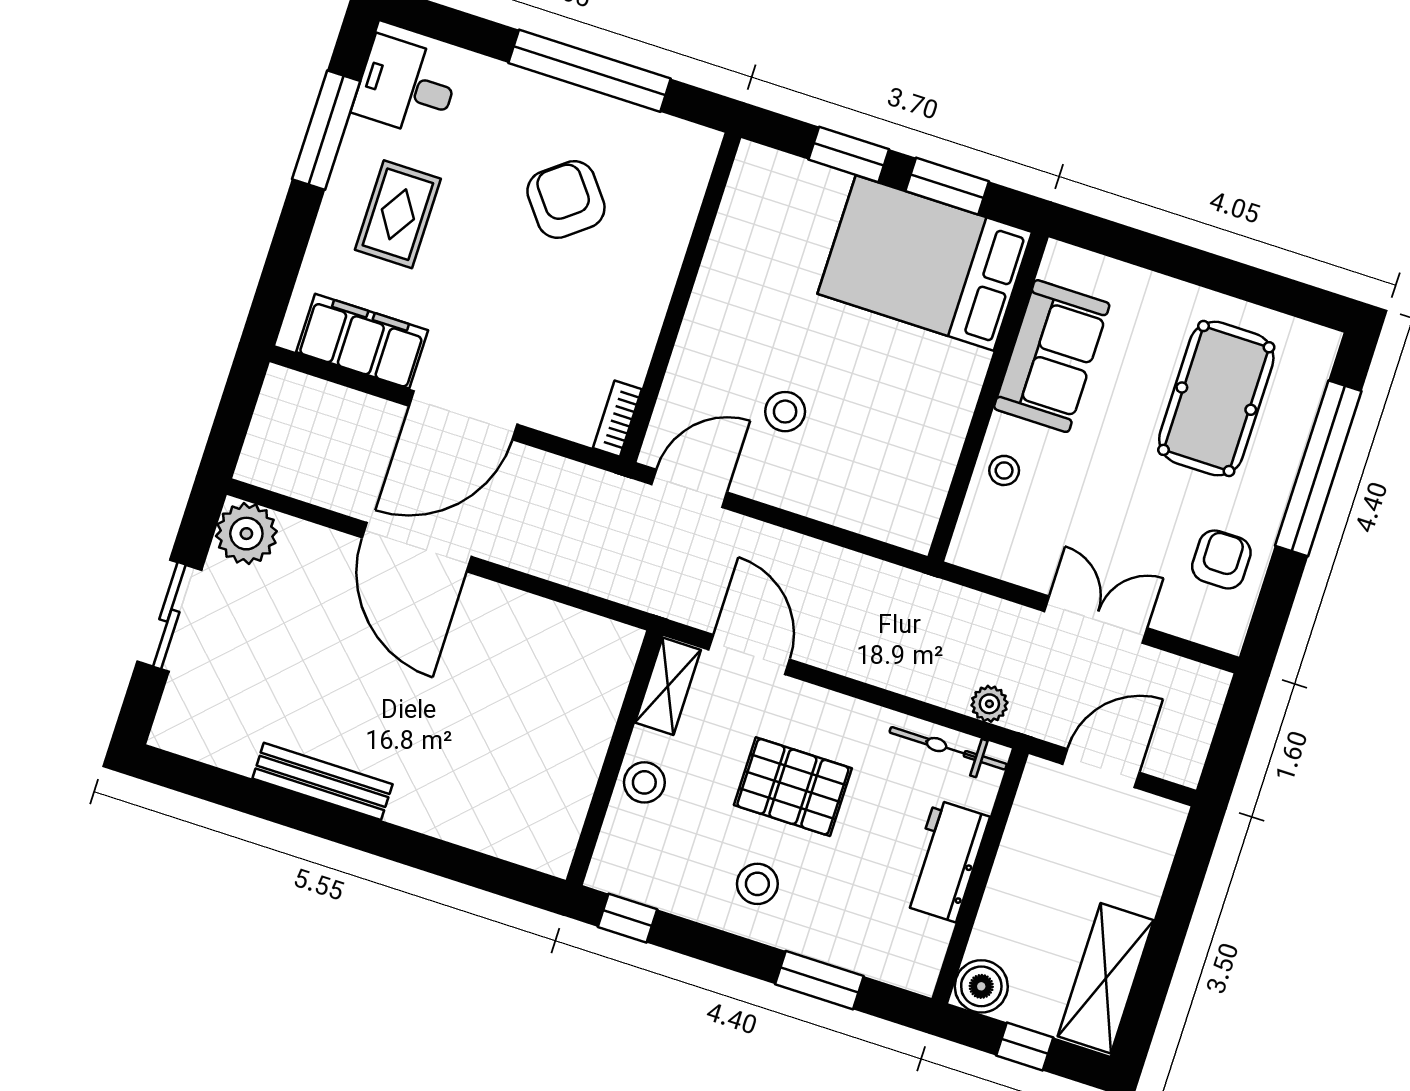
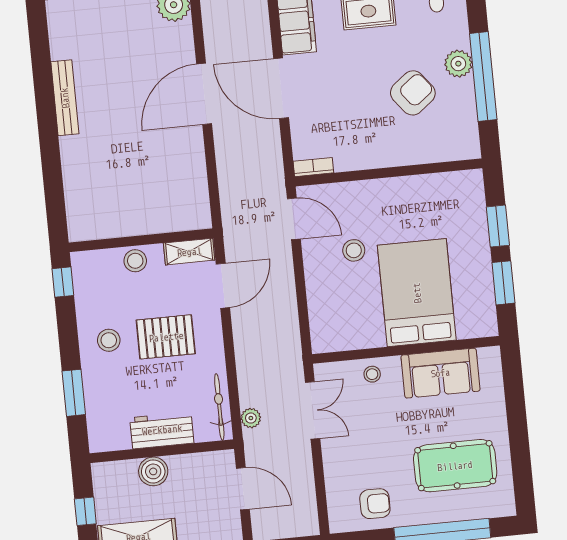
plant: (550, 103) -> (458, 64), added
bed: (925, 263) -> (417, 293), moved
double door: (1096, 620) -> (313, 410), moved
pallet: (793, 787) -> (166, 337), turned 90
boiler: (981, 986) -> (153, 471), moved

